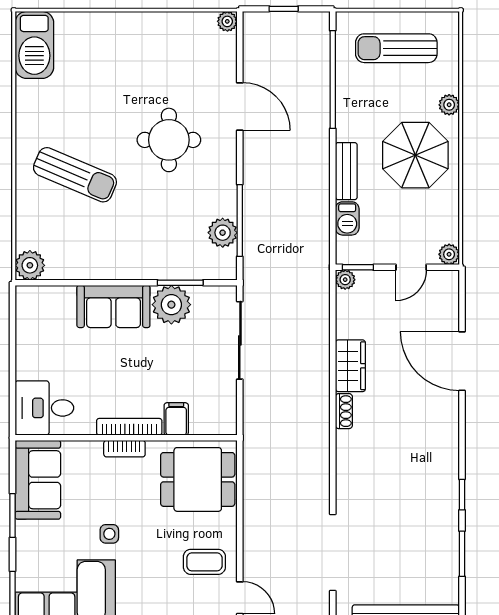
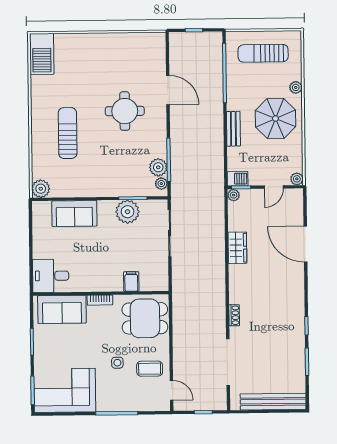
plant: (227, 21) -> (161, 184), moved
sun lounger: (75, 175) -> (68, 133), turned -113
barbecue: (347, 218) -> (238, 179), moved, turned -90
sofa: (113, 306) -> (74, 213), moved
shoe rack: (344, 411) -> (234, 315), moved
bookcase: (129, 427) -> (103, 287), removed
sofa: (38, 480) -> (62, 309), moved, turned 90
side table: (109, 534) -> (117, 363), moved

